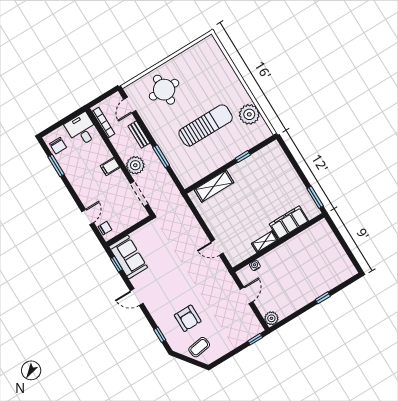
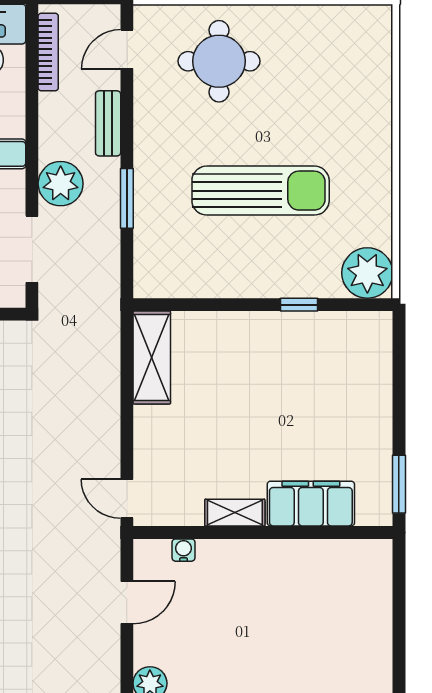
plant: (249, 114) -> (367, 273), moved
shelving: (214, 186) -> (152, 358), moved, turned 90
door: (217, 248) -> (127, 499), moved

